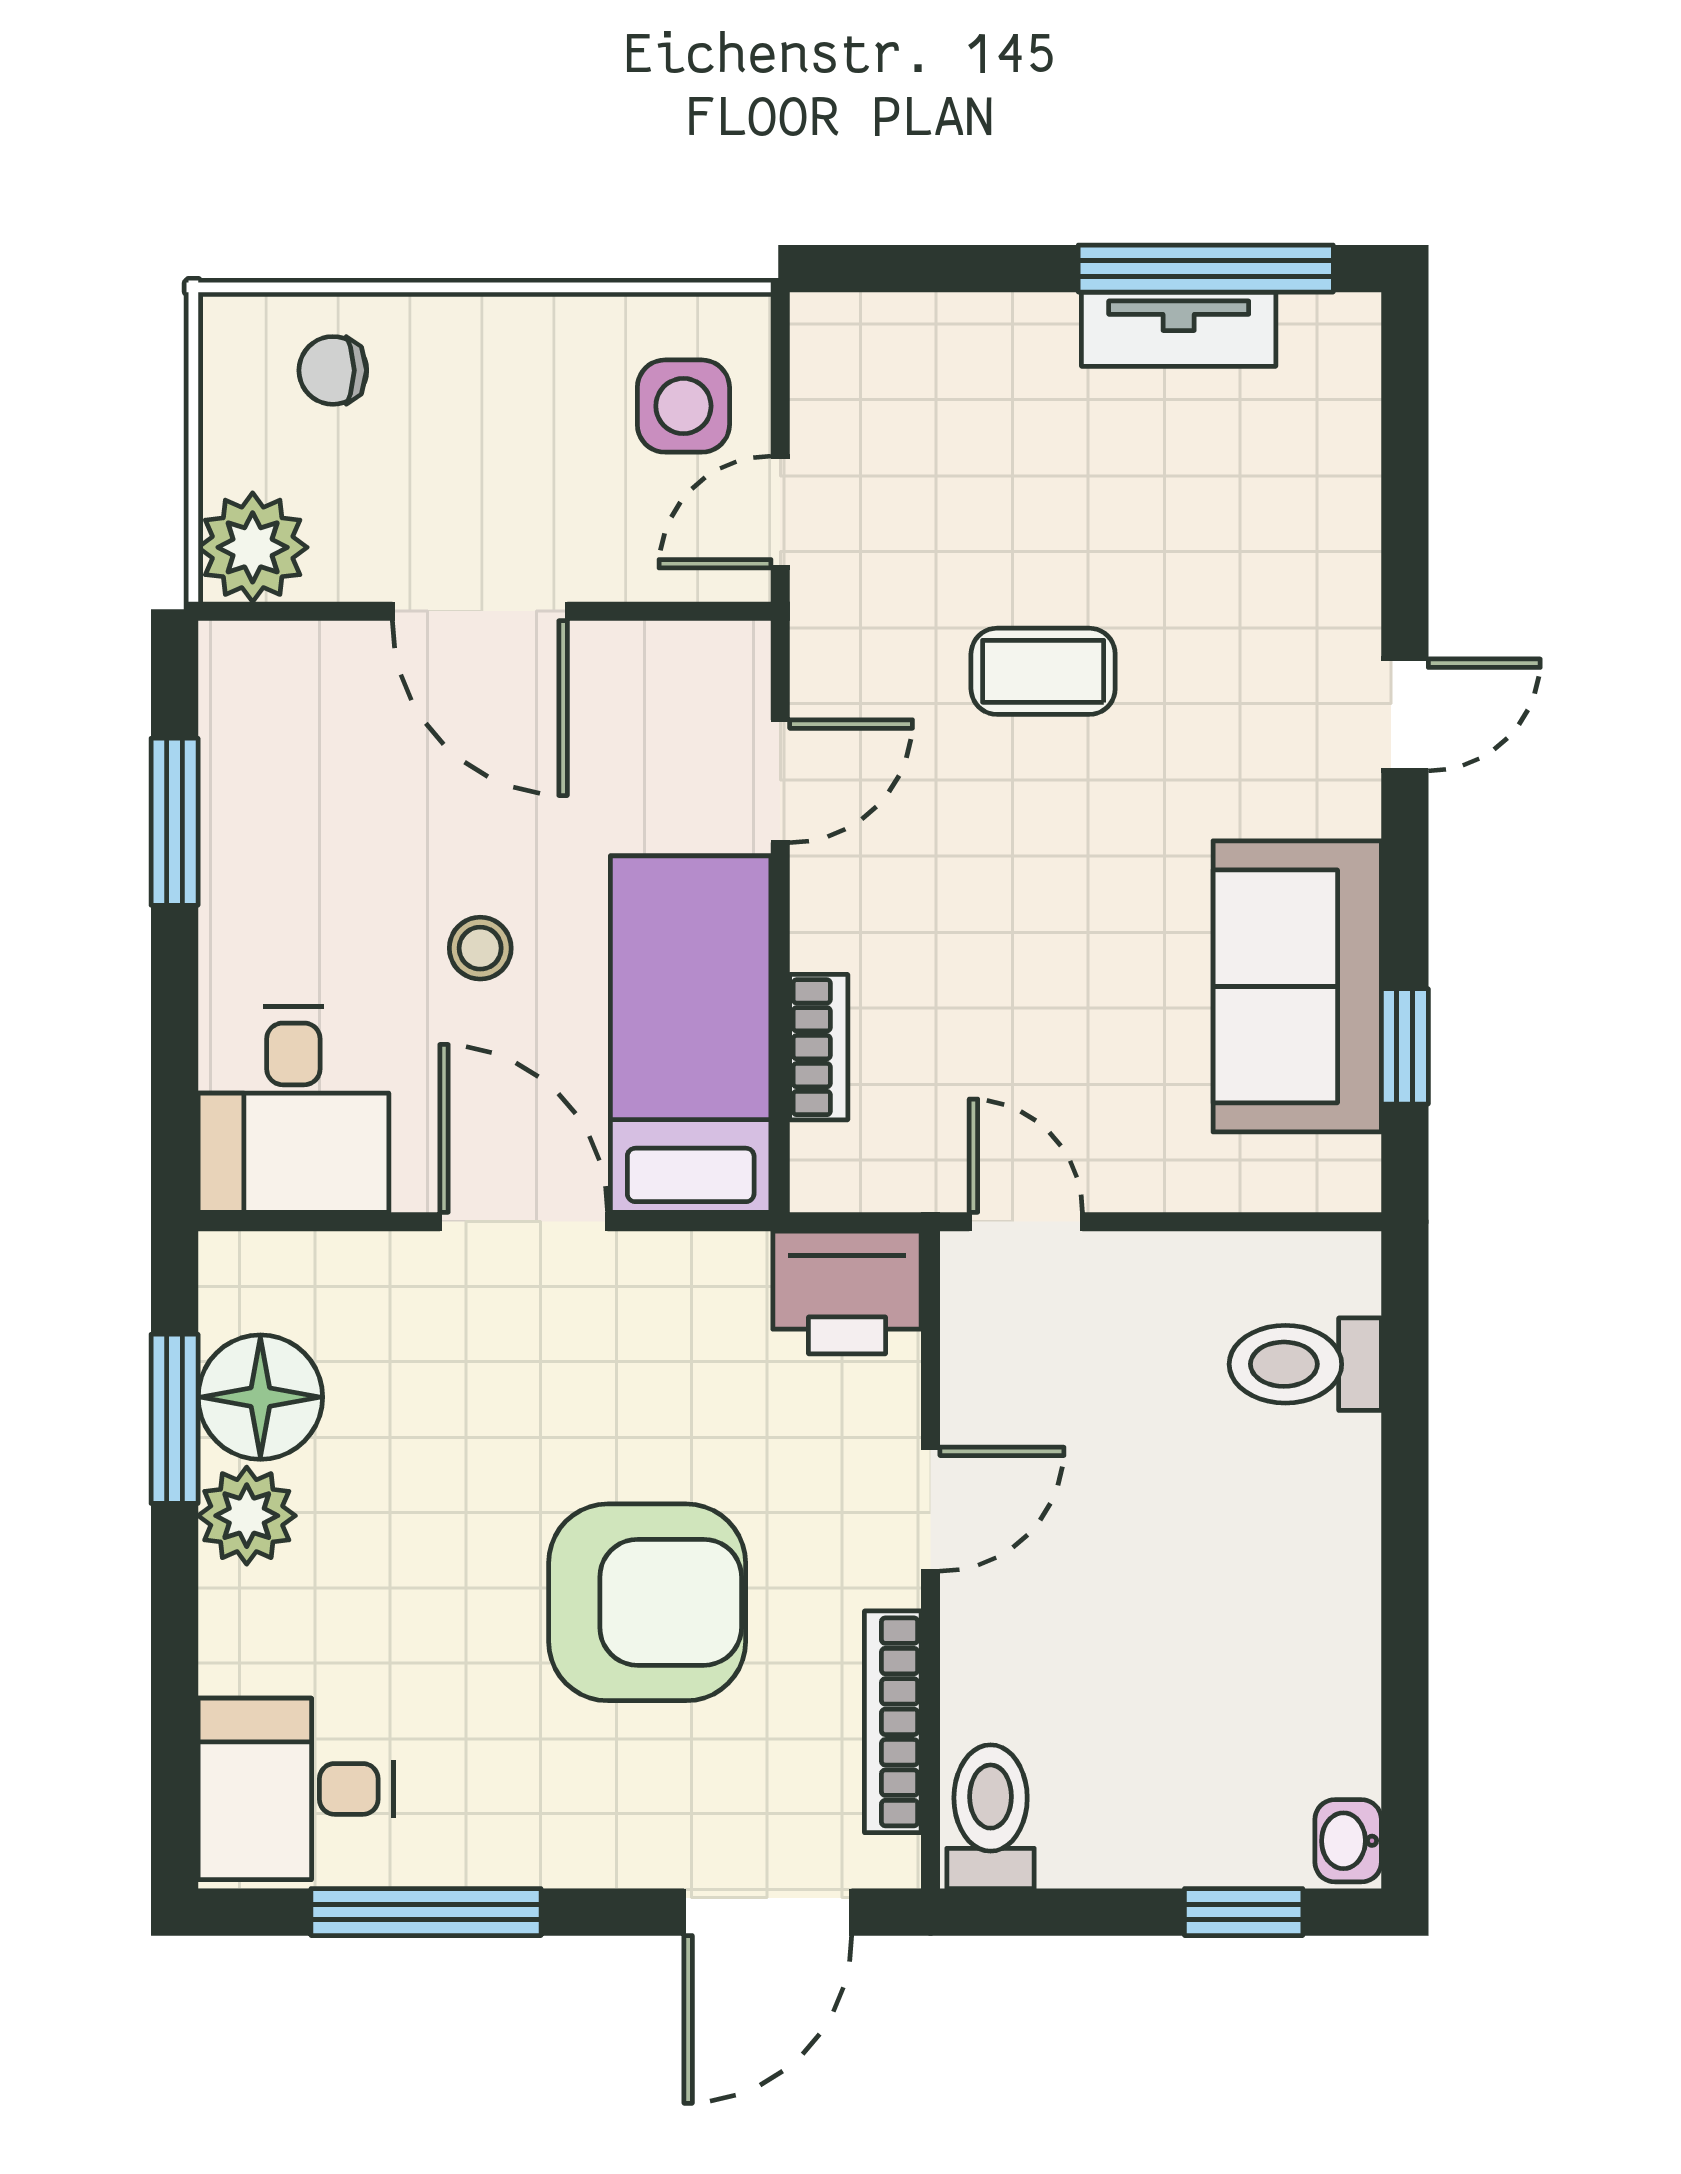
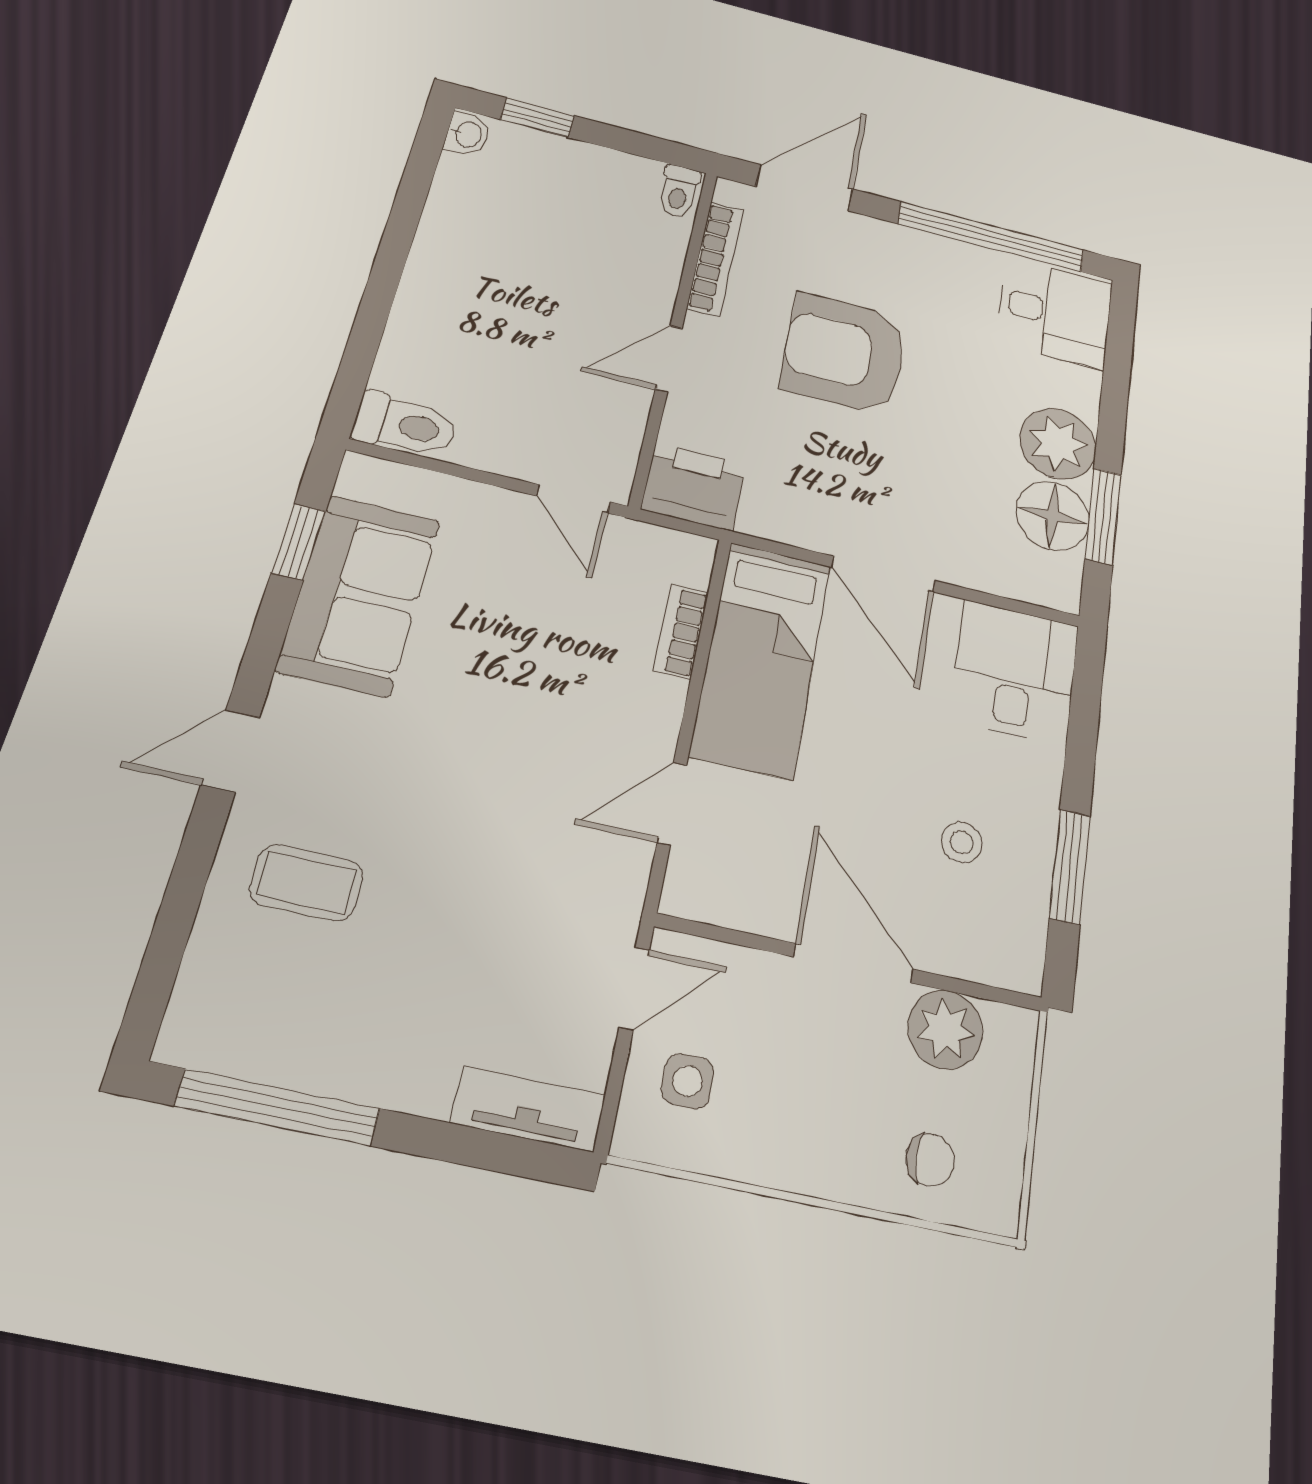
tv unit: (1179, 329) -> (529, 1109), moved
side table: (683, 406) -> (688, 1081), width x0.73, depth x0.73
plant: (253, 547) -> (945, 1029), moved
coffee table: (1043, 671) -> (306, 883), moved
stool: (480, 948) -> (962, 842), moved
toilet: (1305, 1364) -> (405, 425), moved
plant: (247, 1516) -> (1058, 444), width x1.36, depth x1.36
toilet: (991, 1817) -> (679, 192), width x0.73, depth x0.72
window: (426, 1912) -> (991, 237), width x1.46

